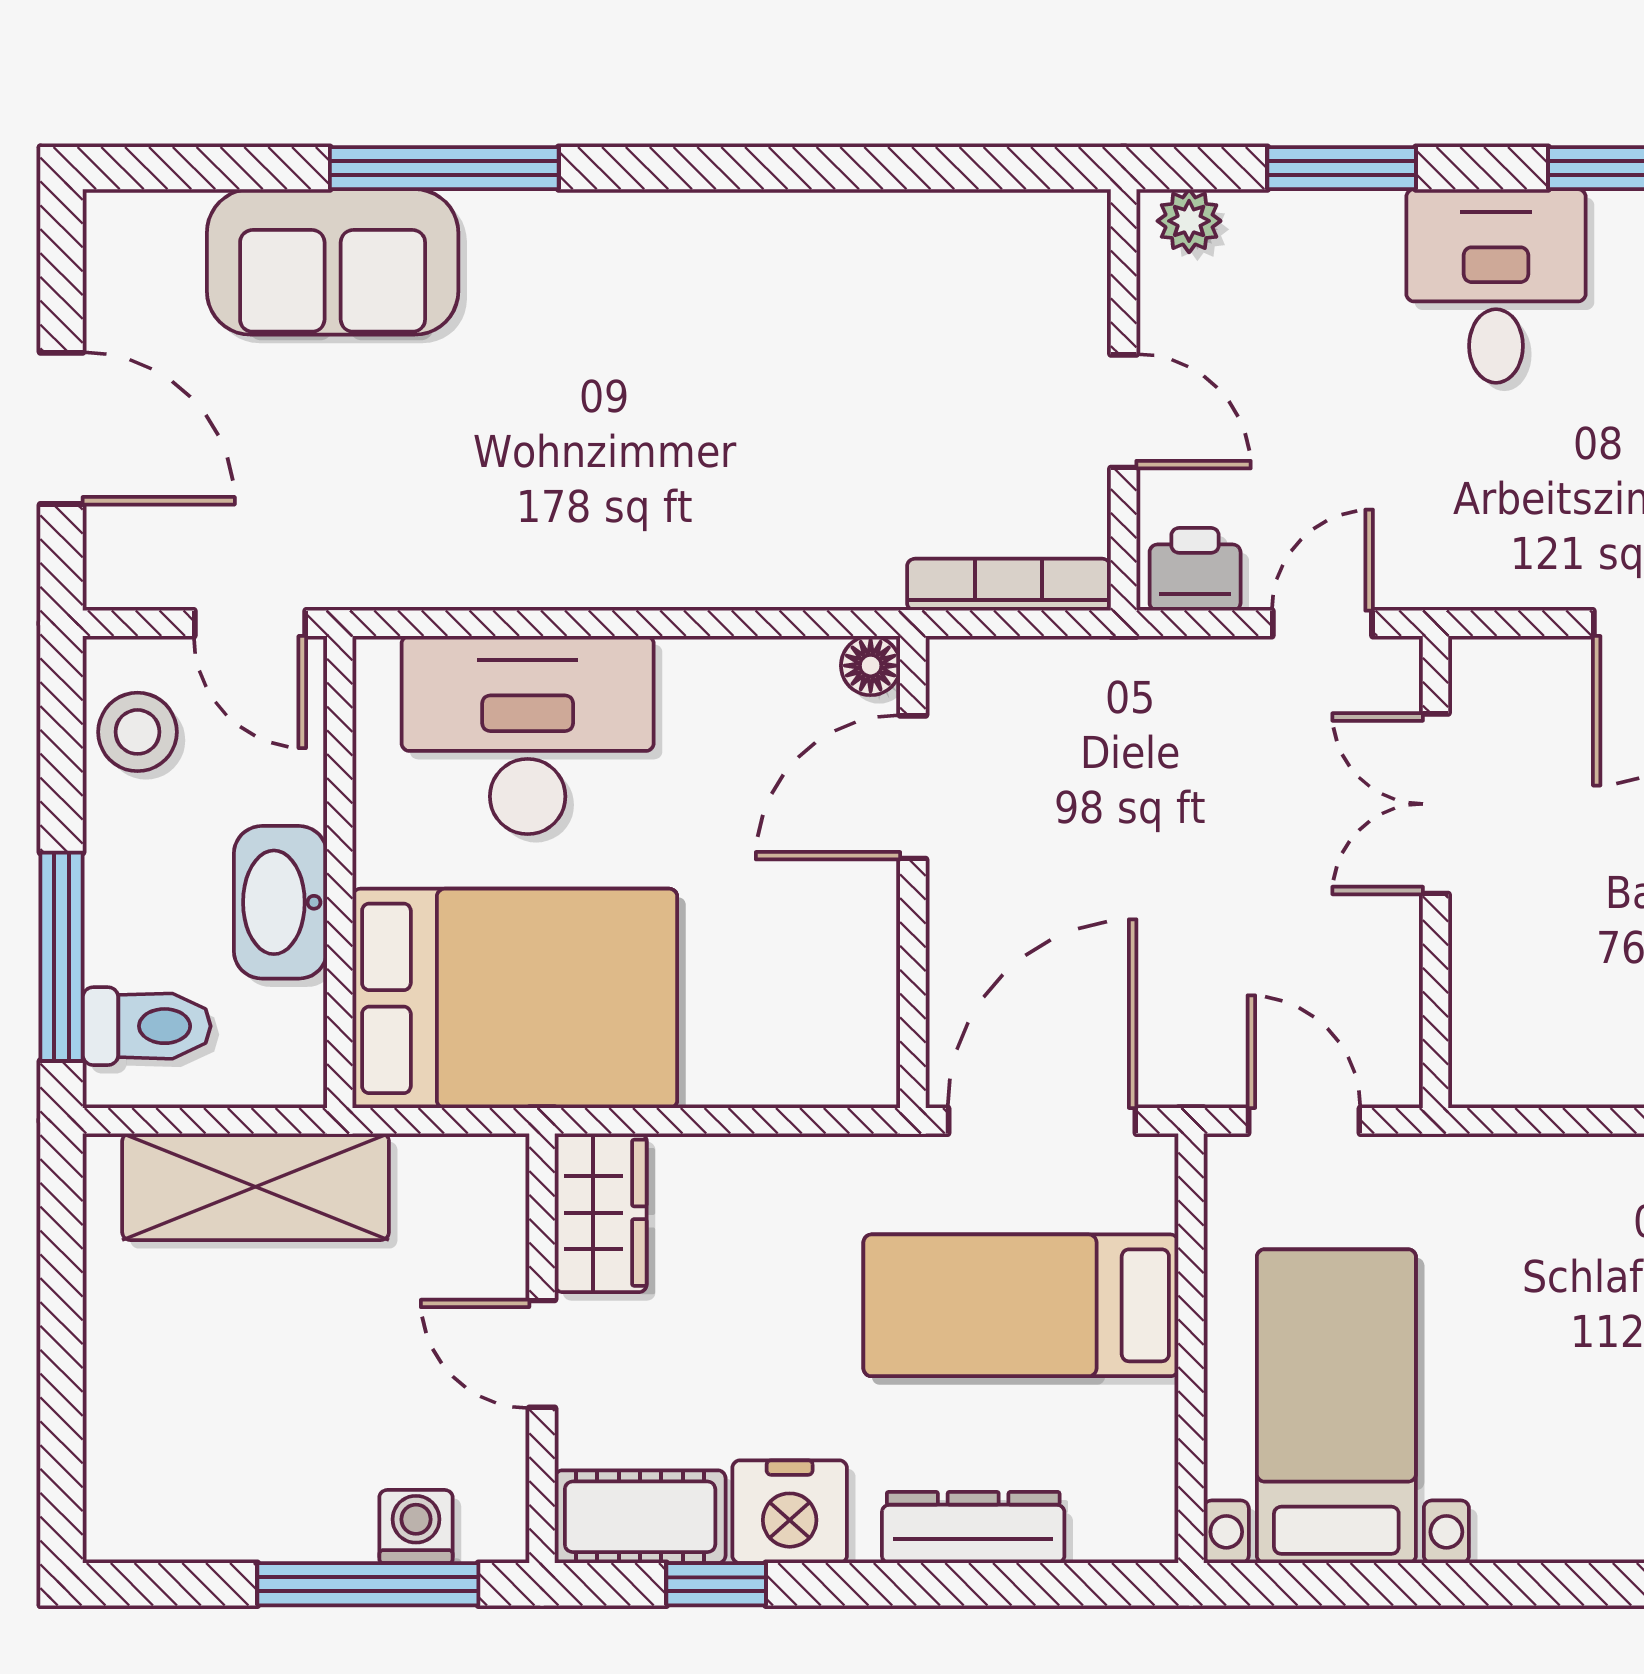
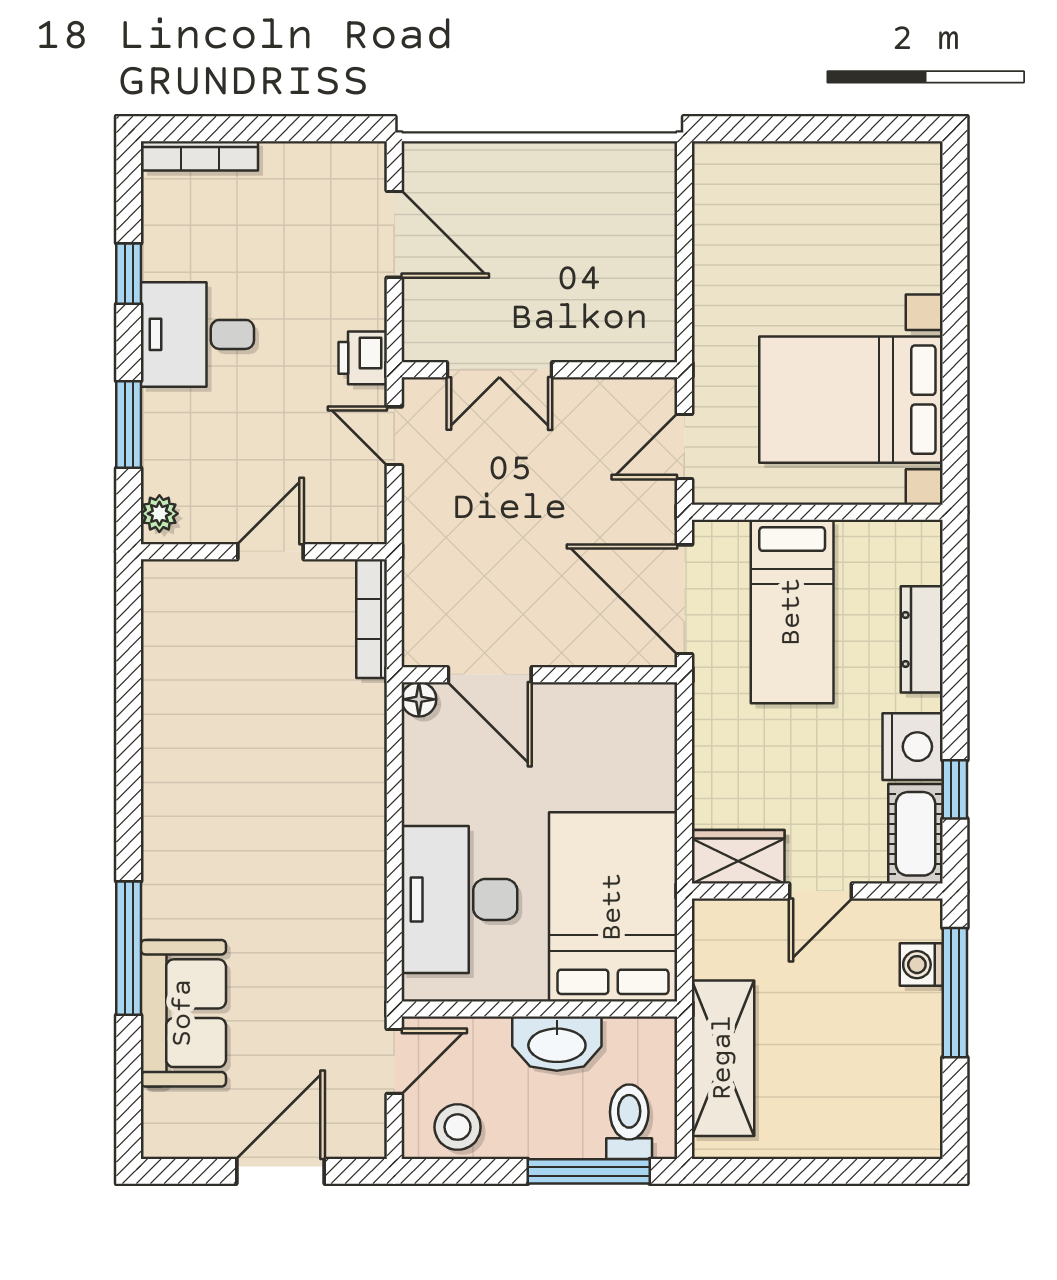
printer: (1195, 569) -> (363, 358), moved
bed with nightstands: (1336, 1406) -> (851, 400), width x1.36

